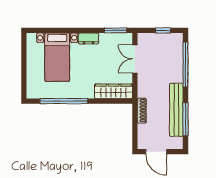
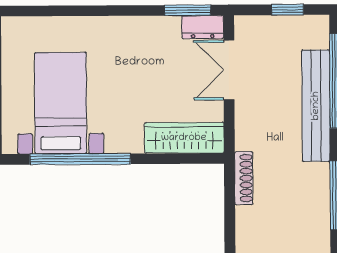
dresser: (89, 38) -> (203, 27), moved
bed with nightstands: (57, 57) -> (61, 103), moved, turned 180
bench: (176, 110) -> (316, 106), moved

